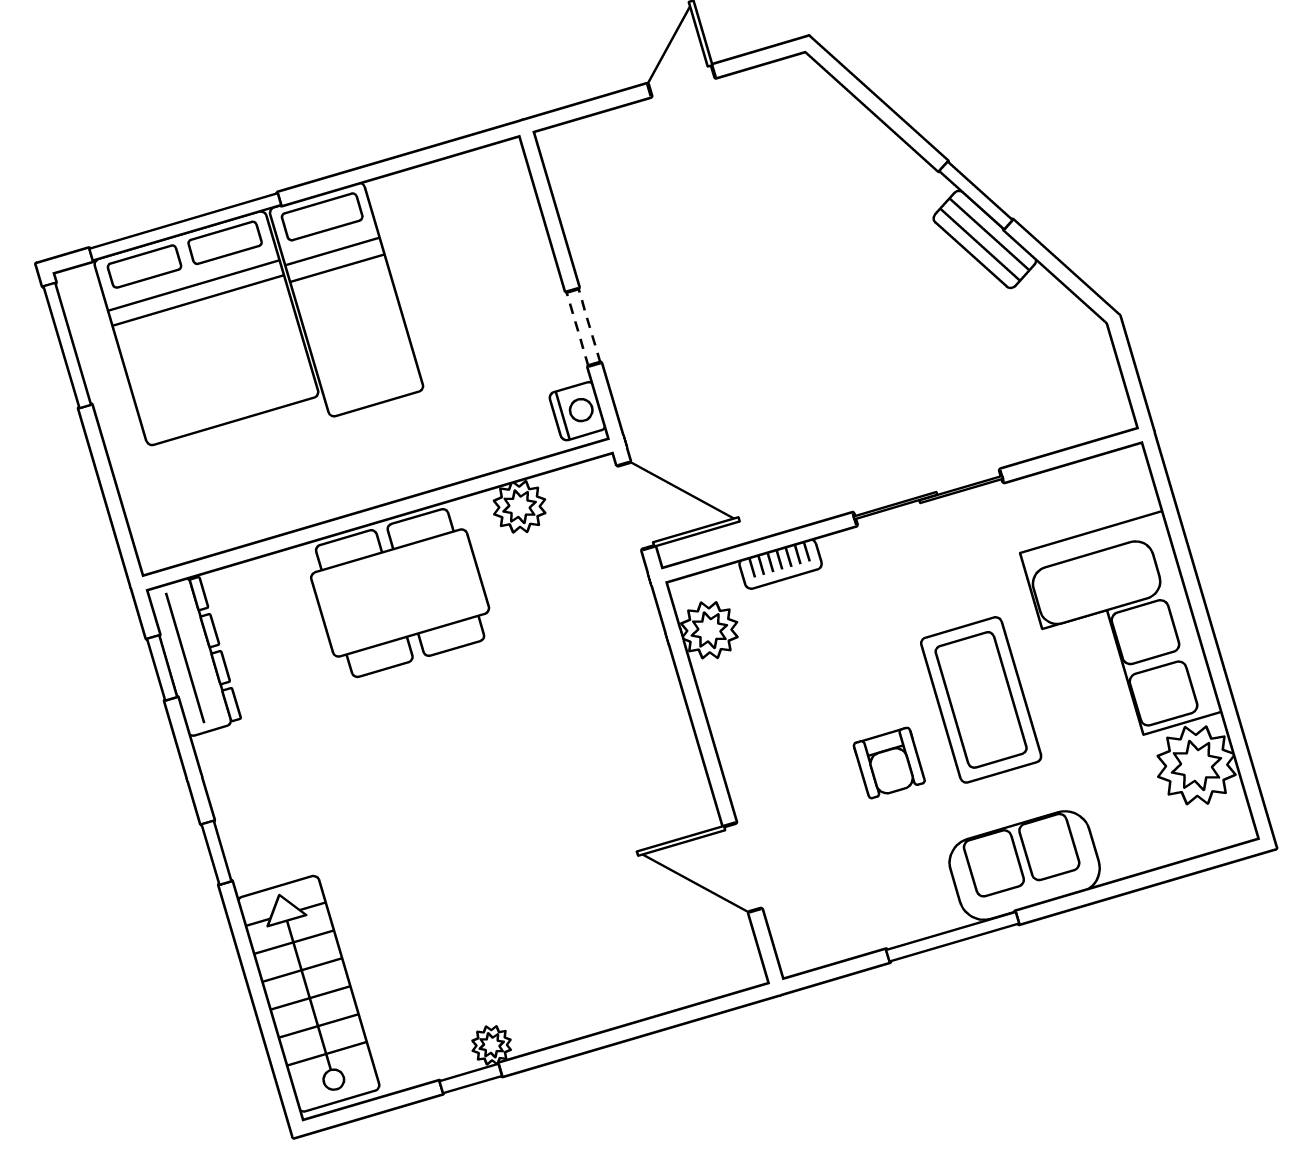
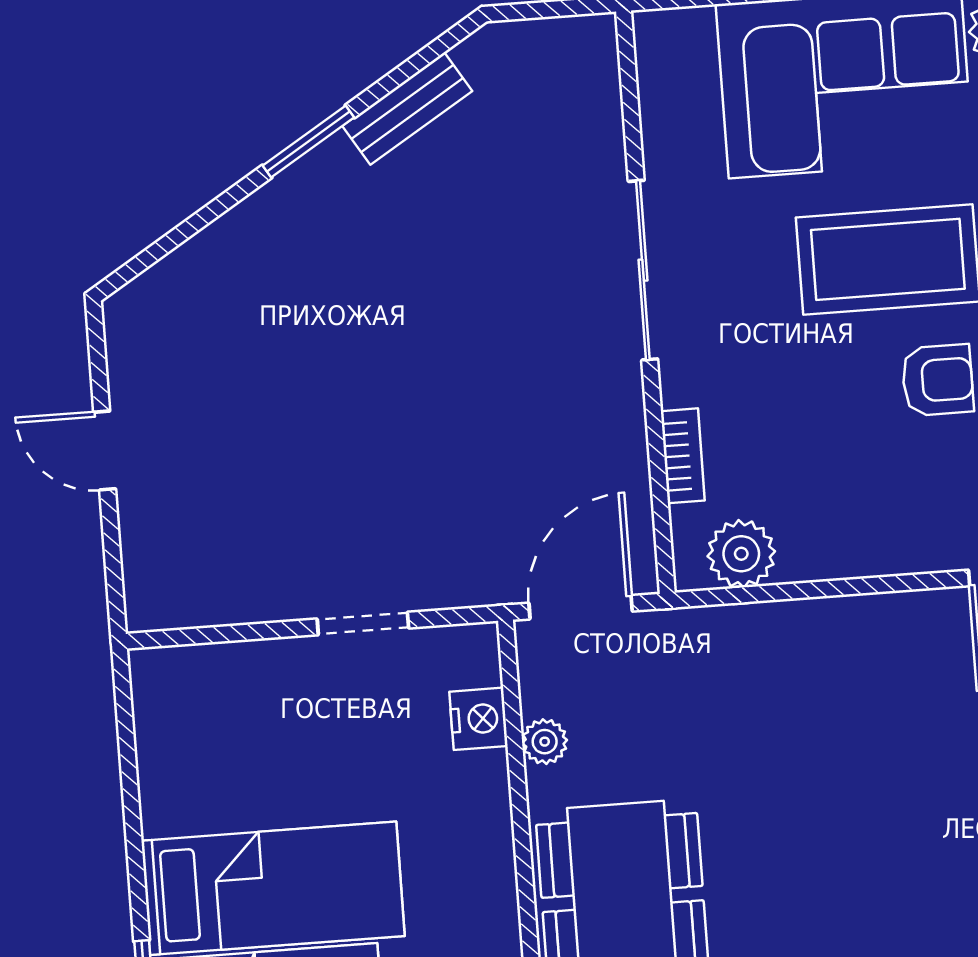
bench: (985, 239) -> (407, 109), moved
nightstand: (578, 411) -> (479, 719), moved, turned 90
plant: (520, 507) -> (545, 742), width x0.73, depth x0.73

